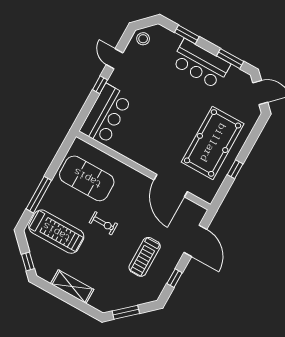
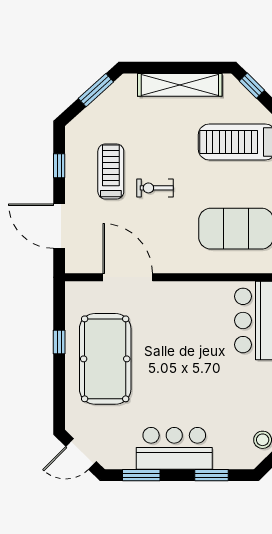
exercise bike: (103, 223) -> (155, 188), moved
shelving: (72, 287) -> (180, 85), width x1.47

